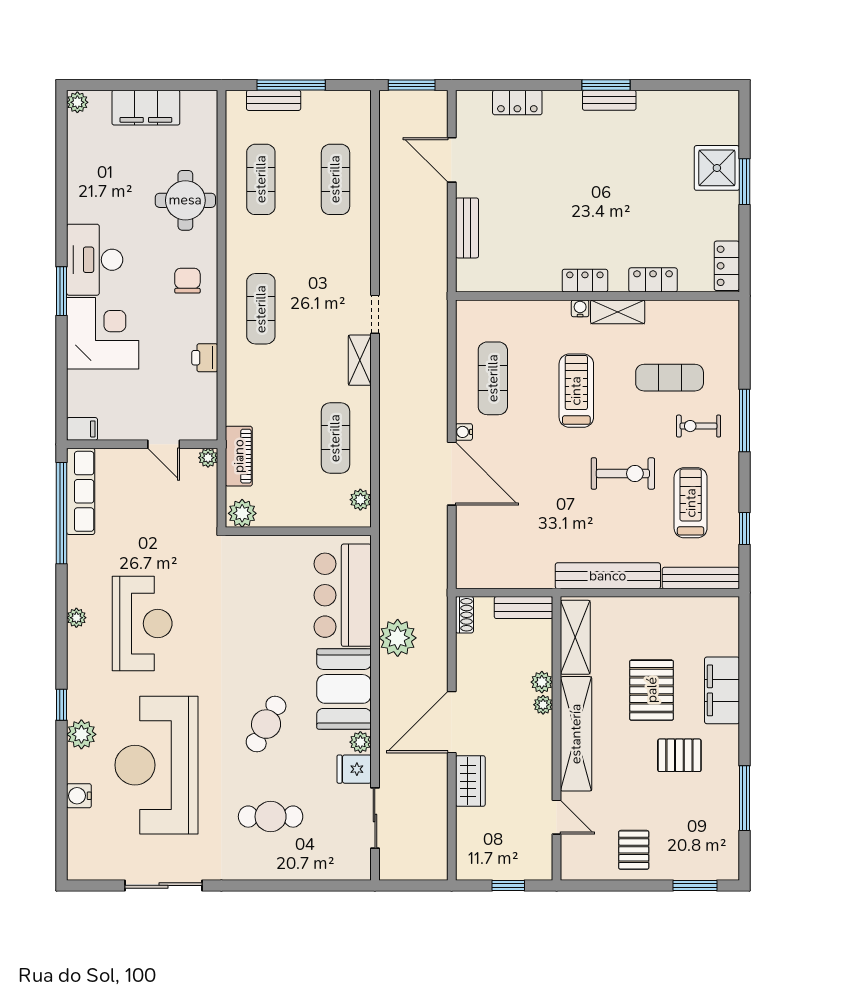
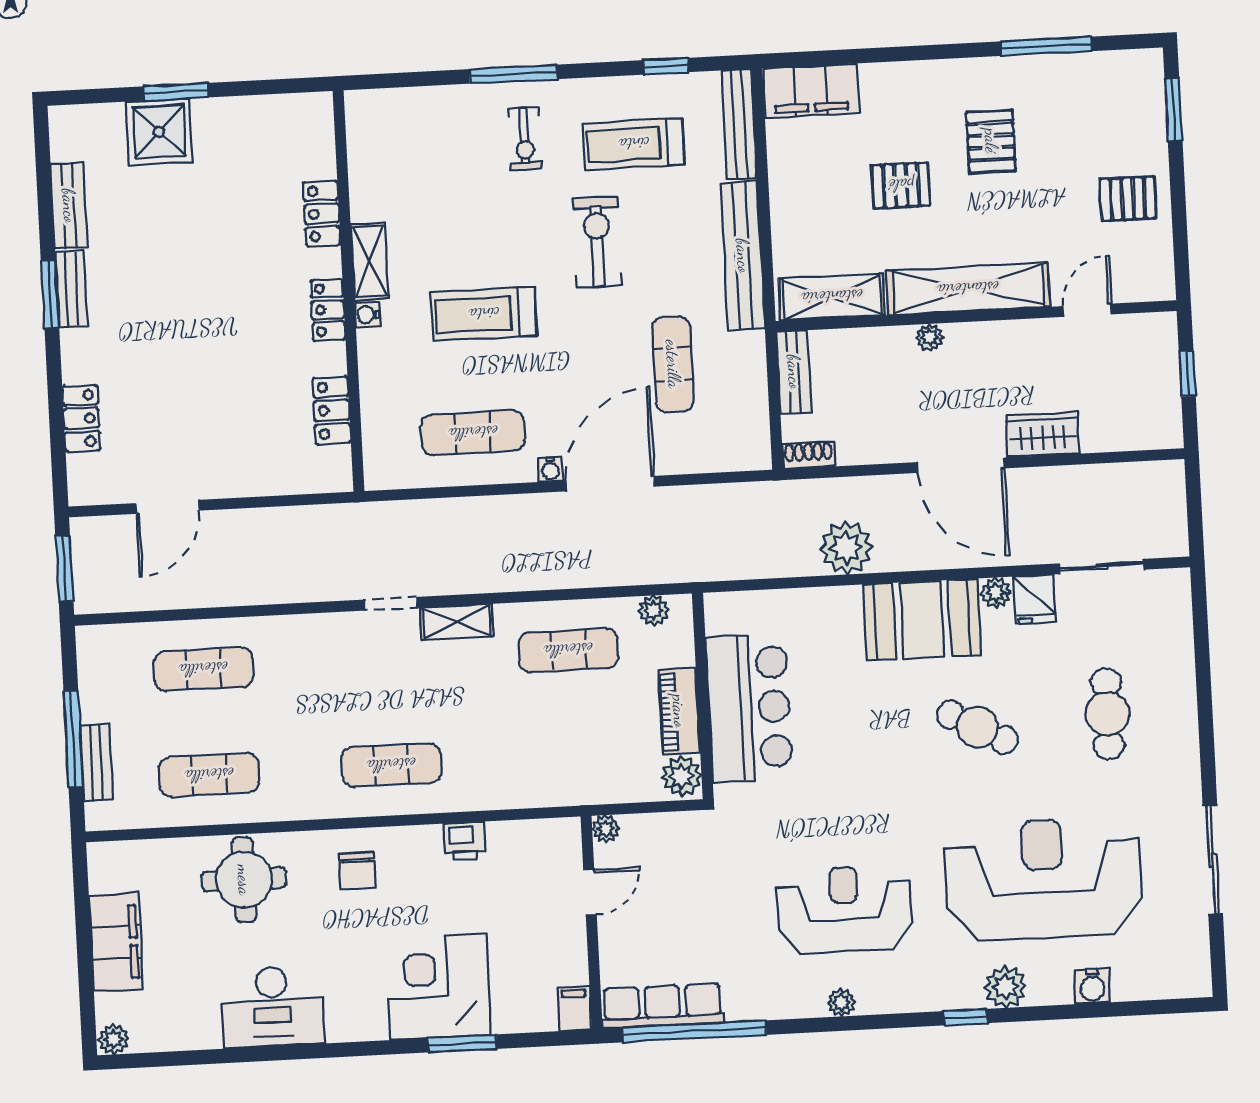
bench: (467, 228) -> (69, 206), moved, turned 90
desk: (95, 260) -> (272, 1007), moved
locker: (727, 266) -> (332, 410), moved, turned 90
chair: (187, 281) -> (357, 871), turned -90
window: (62, 291) -> (462, 1043), moved
exercise mat: (670, 378) -> (673, 364), moved
piano: (239, 456) -> (679, 711), moved, turned -90
bar counter: (343, 595) -> (749, 708), moved, turned -90
plant: (542, 682) -> (898, 341), removed
pallet: (652, 690) -> (901, 185), width x0.67, depth x0.71
filing cabinet: (722, 690) -> (811, 90), moved
reception desk: (156, 765) -> (1043, 879), turned 180

